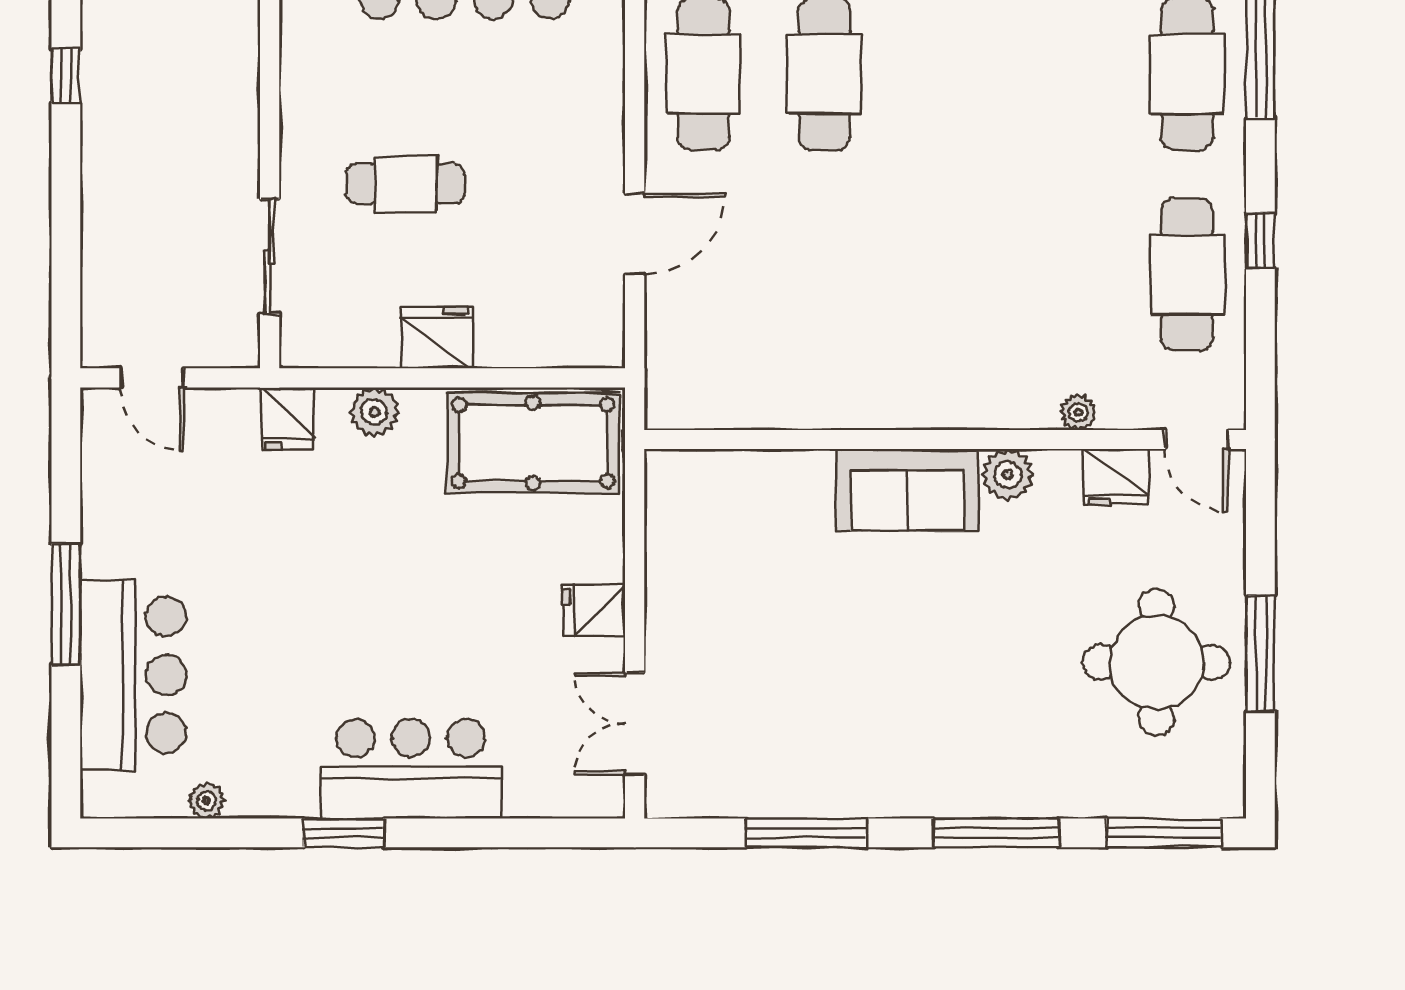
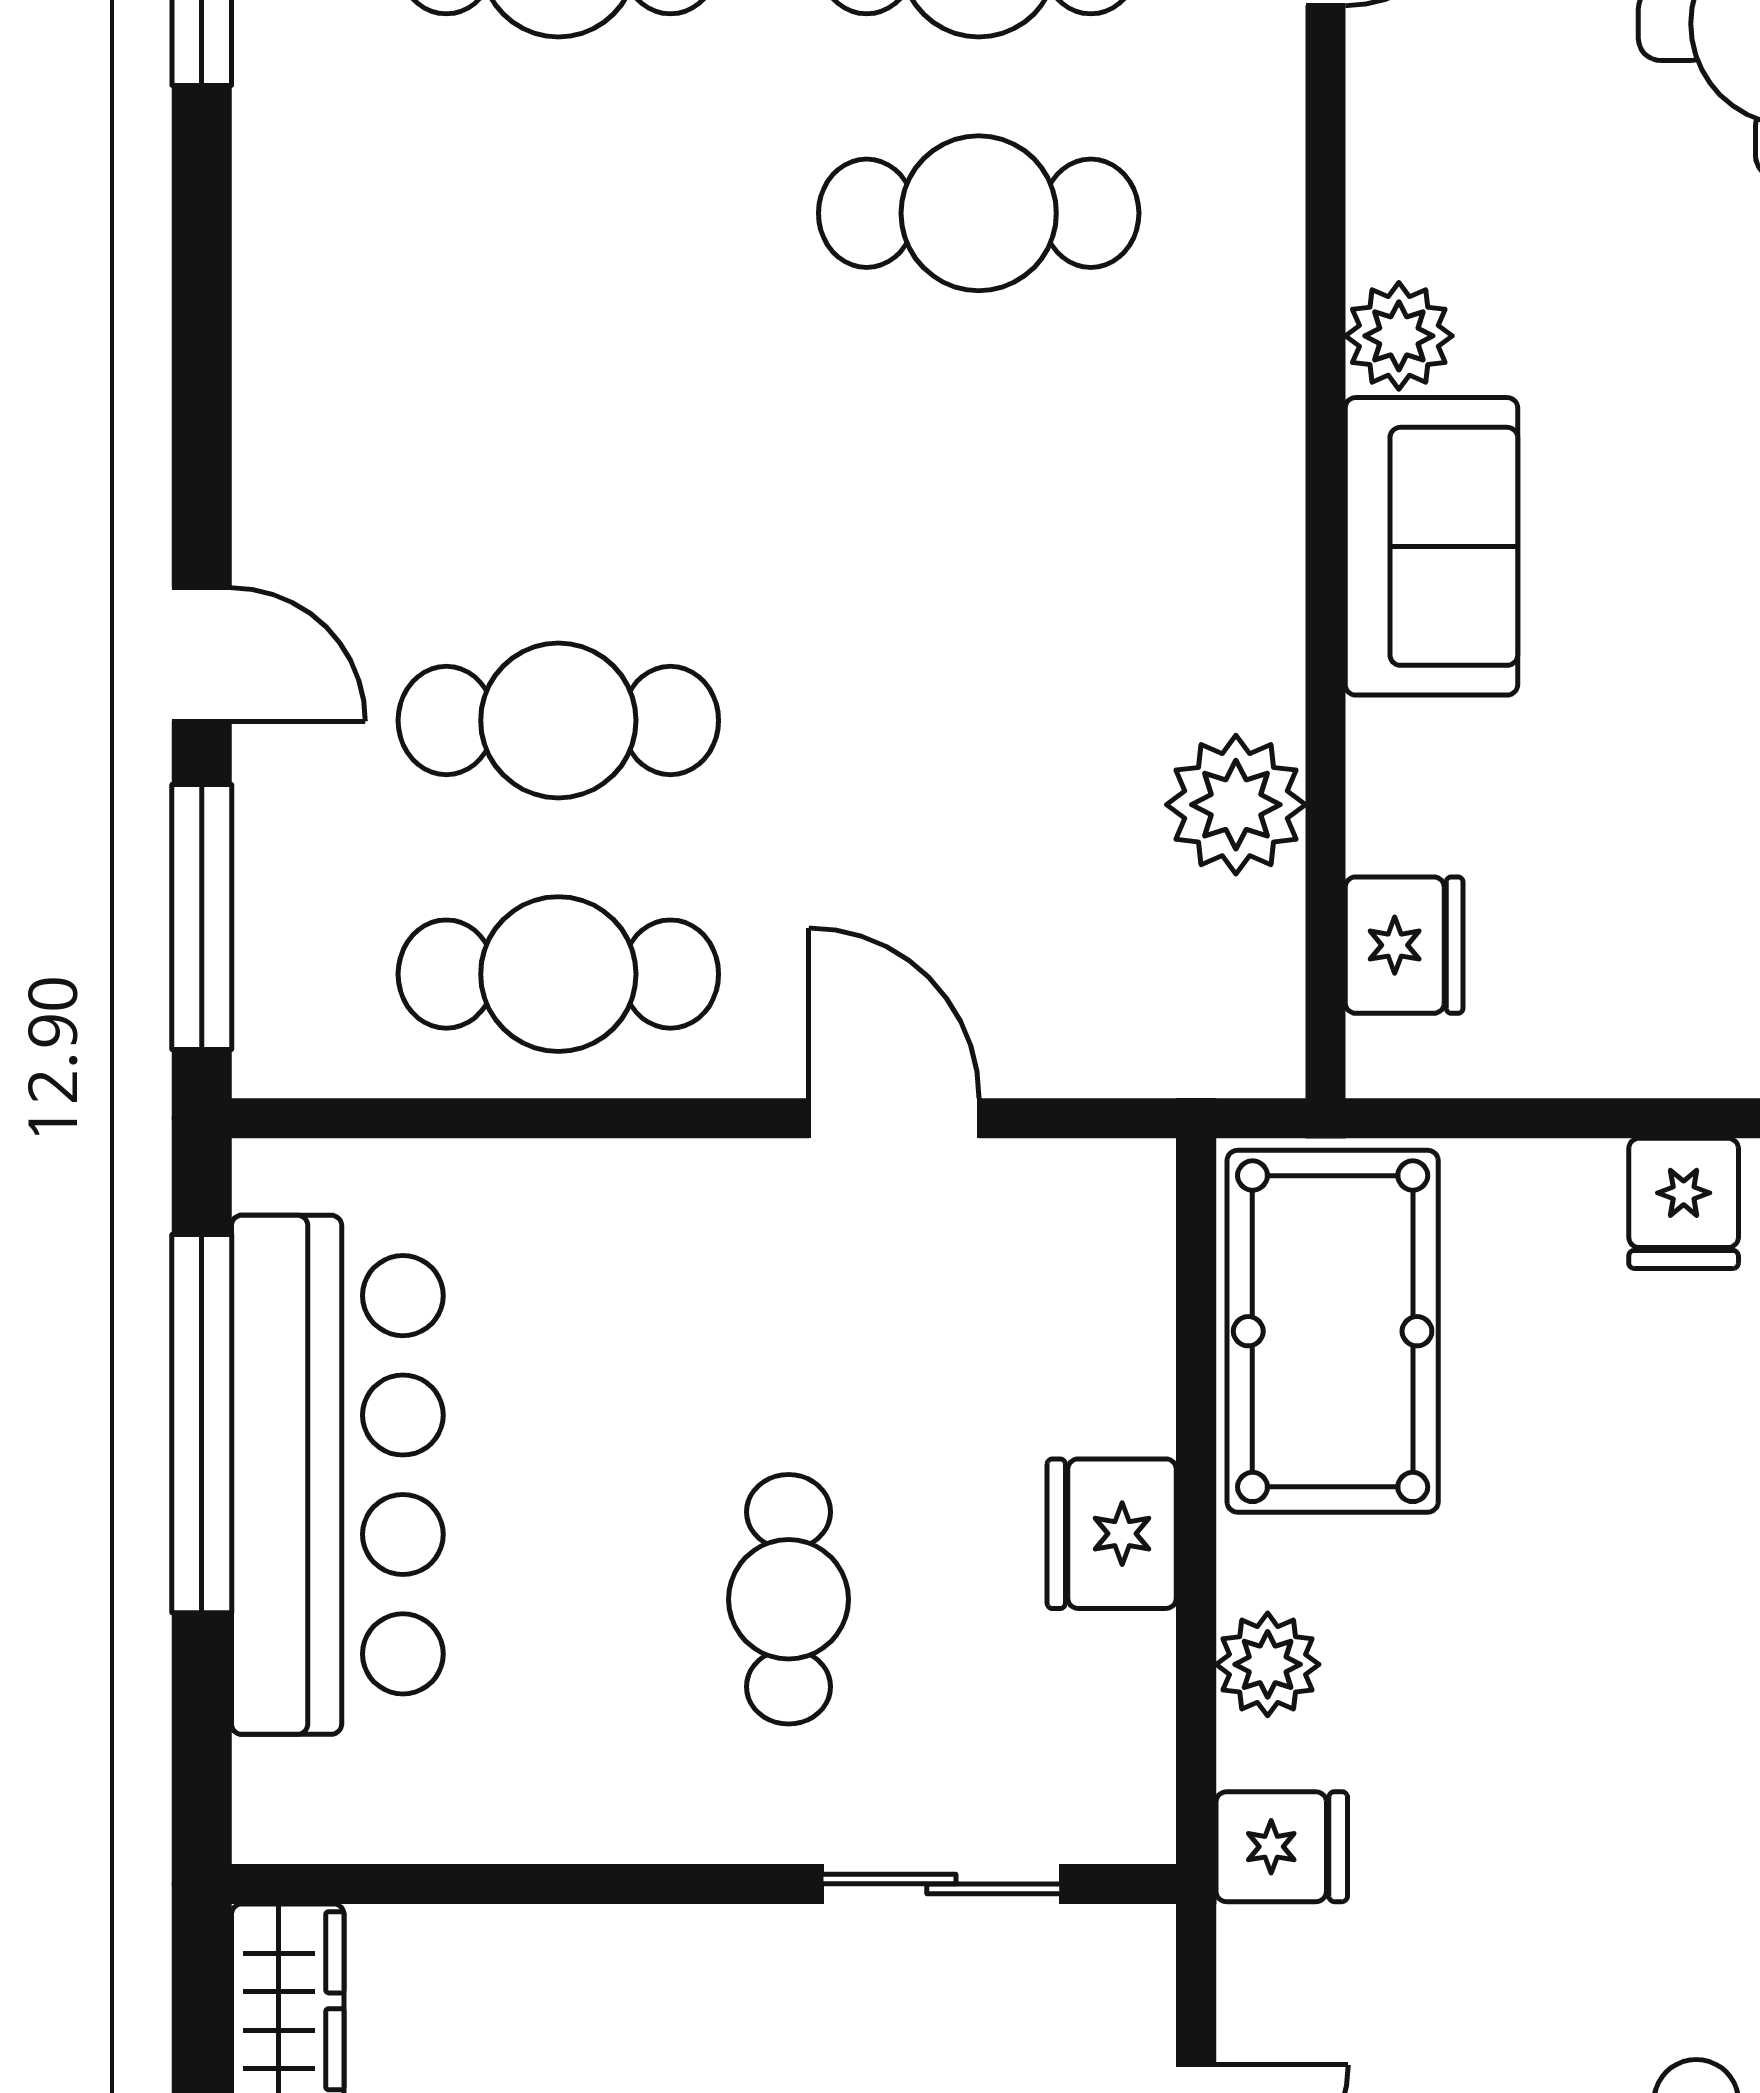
cafe table: (1066, 274) -> (979, 213), added
plant: (1078, 412) -> (1236, 805), moved, width x1.88, depth x1.88
fridge: (1116, 477) -> (1404, 945), moved

